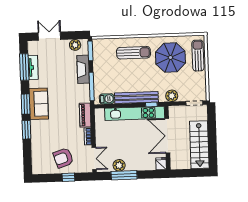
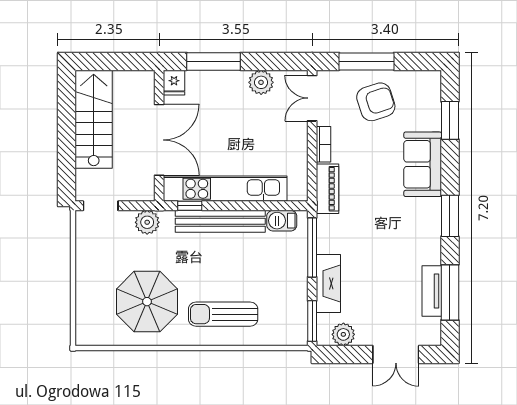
sun lounger: (198, 56) -> (90, 304), removed
sofa: (39, 104) -> (423, 164), moved
window: (26, 130) -> (450, 120), moved
window: (124, 175) -> (214, 61), moved
window: (68, 177) -> (366, 61), width x2.17

